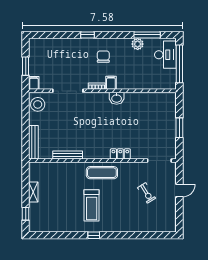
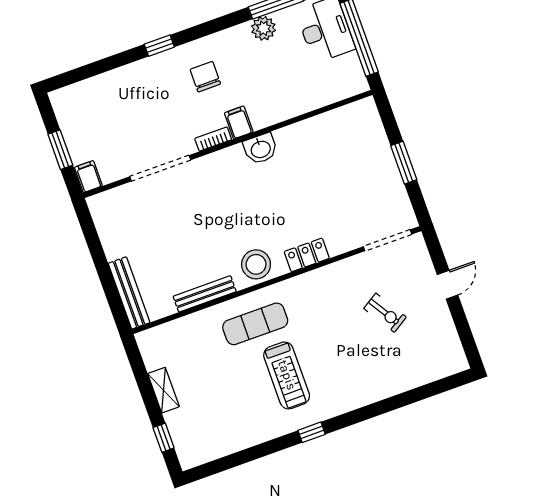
stool: (38, 104) -> (256, 264), moved
exercise mat: (102, 173) -> (255, 324), moved

